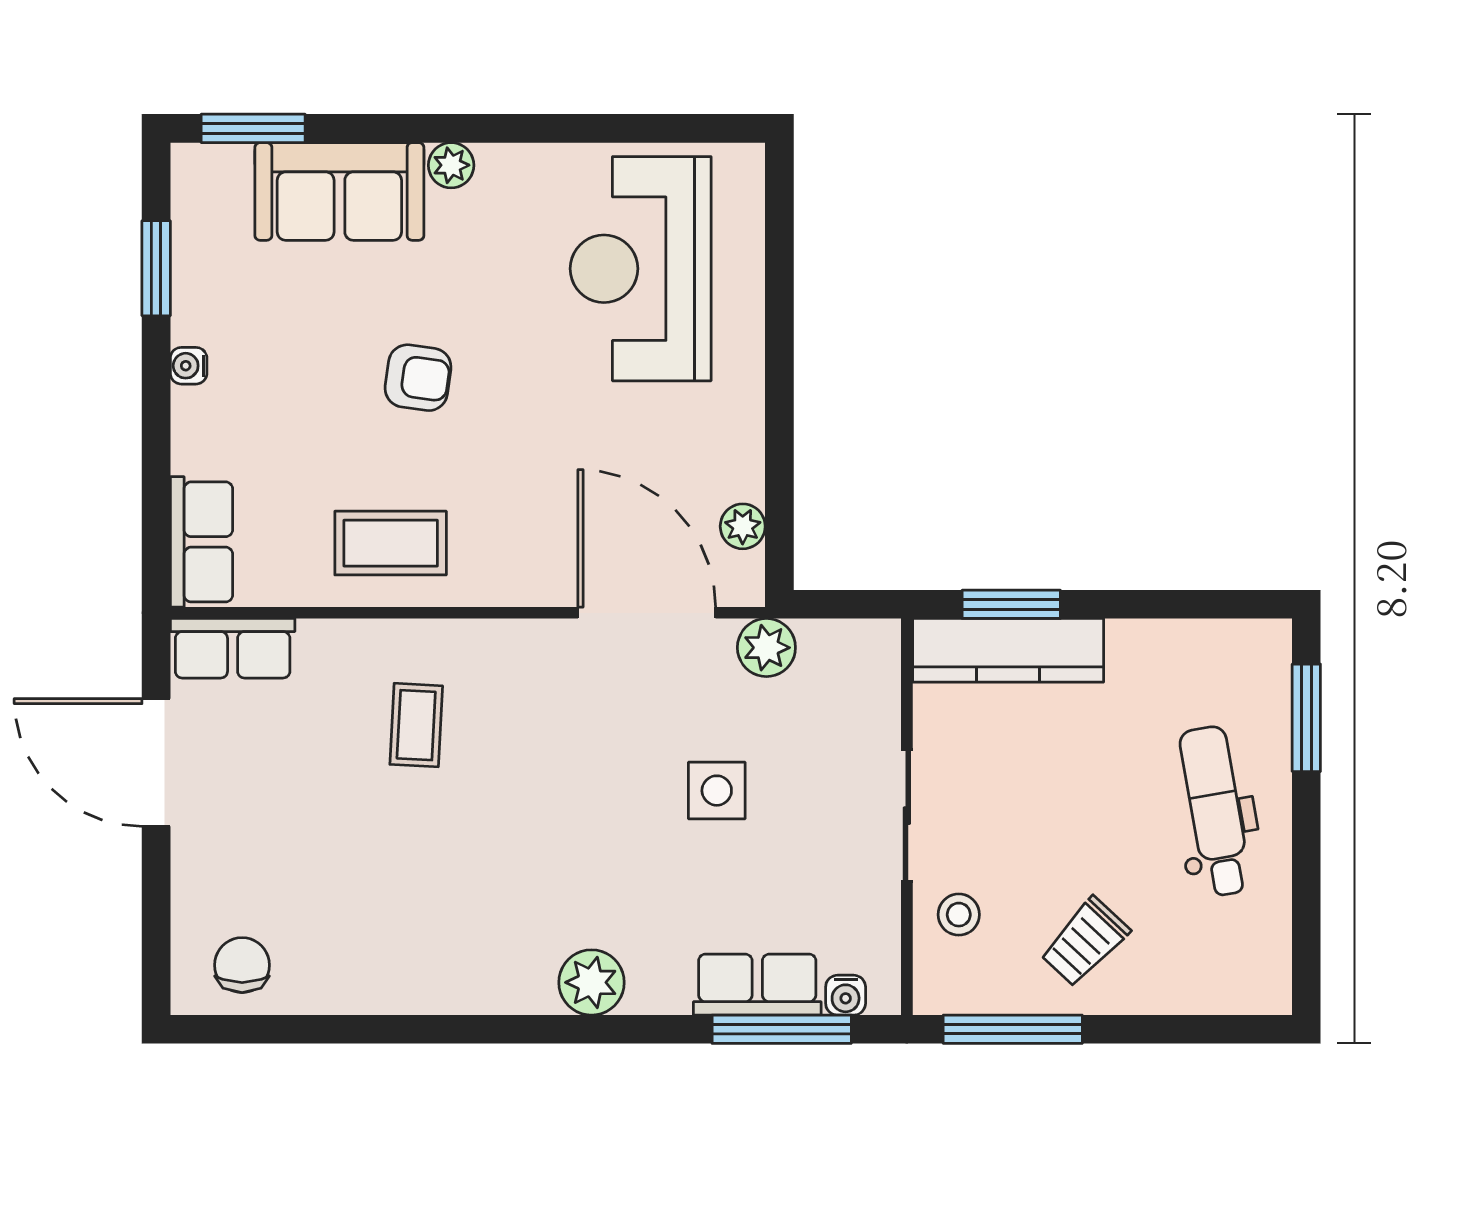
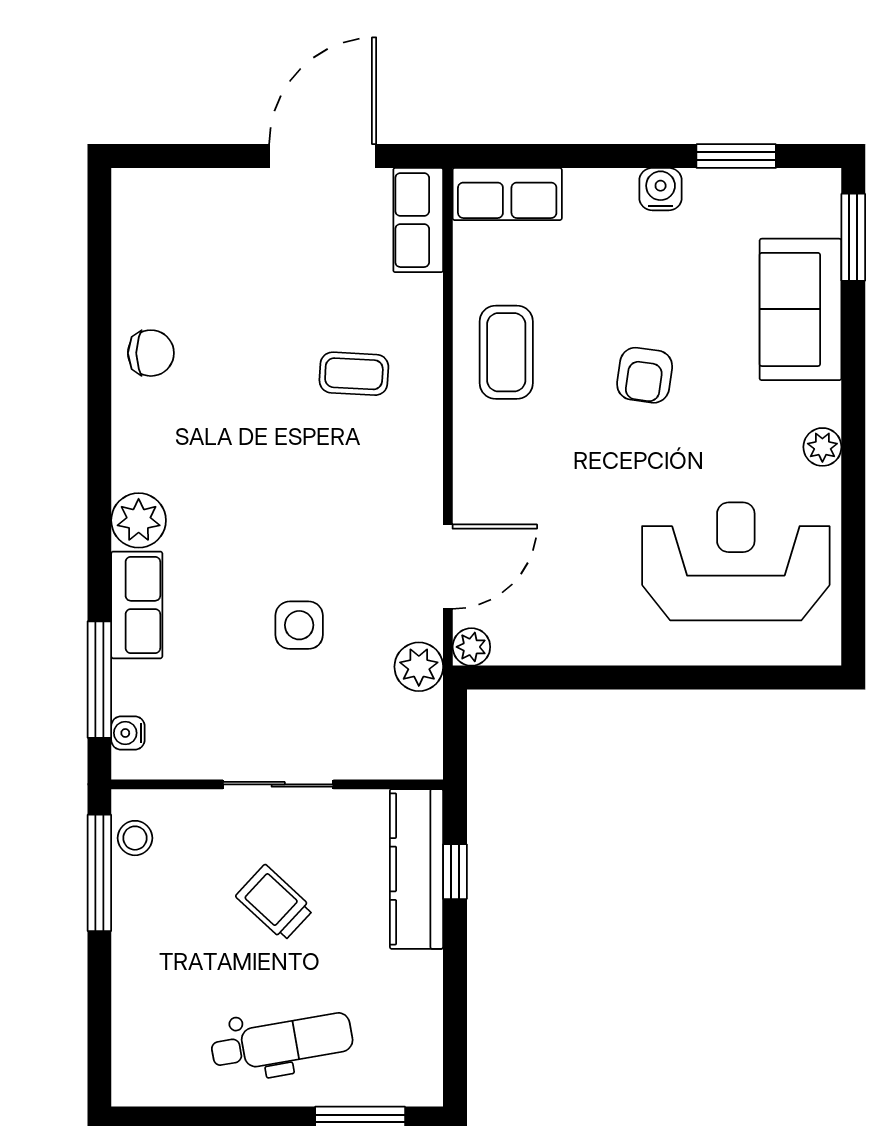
plant: (451, 165) -> (822, 447), moved
water cooler: (189, 366) -> (661, 189), width x1.38, depth x1.38
plant: (743, 526) -> (471, 647), moved
window: (1011, 604) -> (455, 872), width x0.67
door: (647, 613) -> (448, 567), width x0.73
stool: (959, 915) -> (135, 838), moved
trolley: (1085, 942) -> (275, 903), moved
chair: (242, 965) -> (151, 353), moved
row of seats: (757, 985) -> (137, 605), moved

